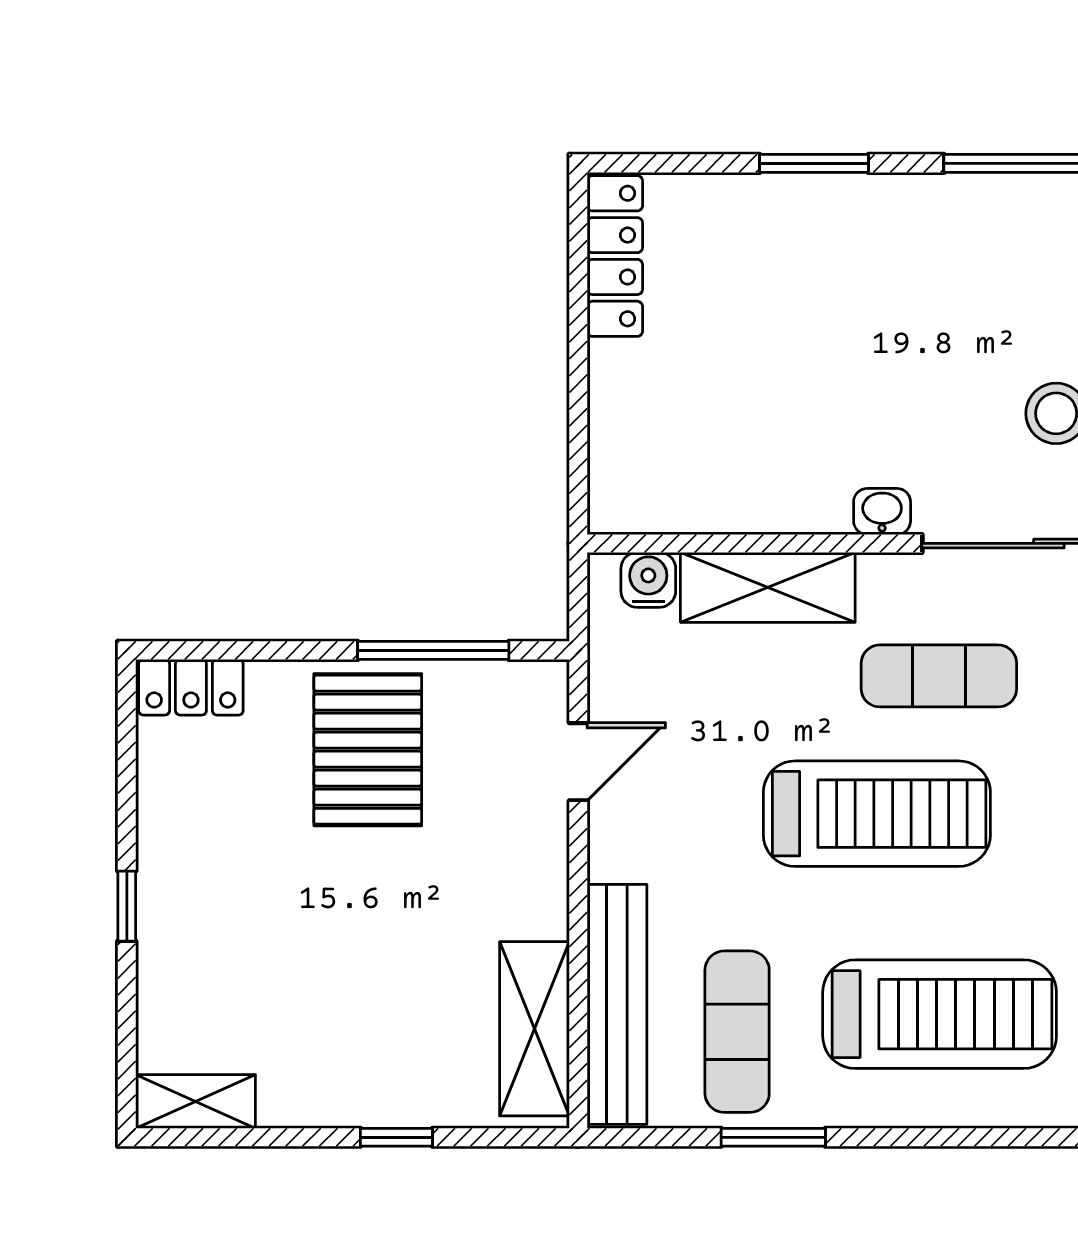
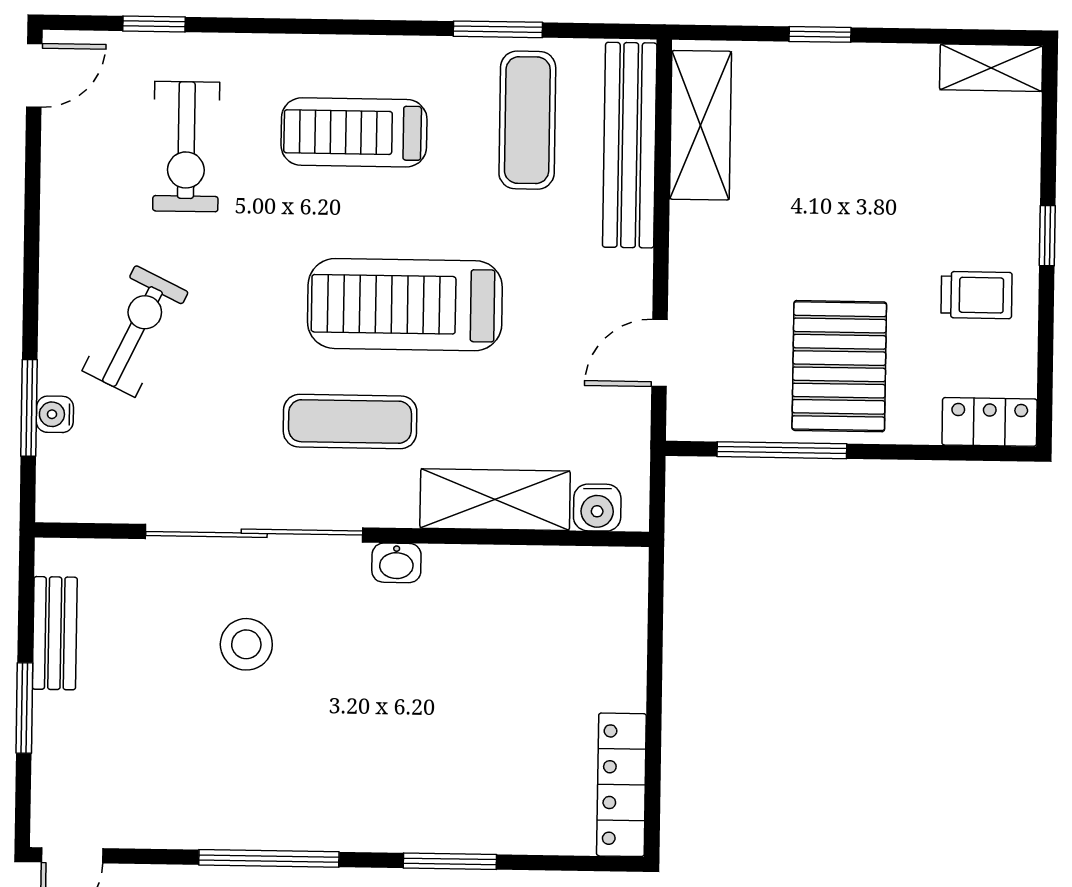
trolley: (208, 835) -> (977, 295), added
treadmill: (940, 1014) -> (354, 132), width x0.73, depth x0.73

